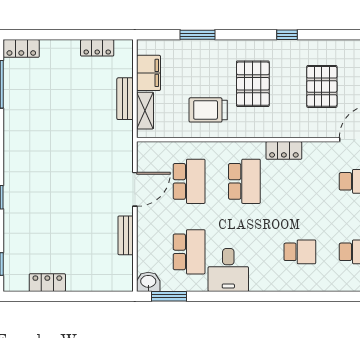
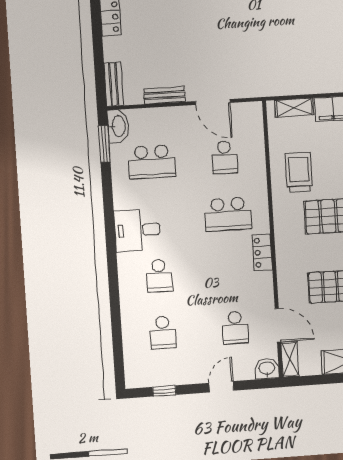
bench: (125, 99) -> (114, 84), moved, turned 90
school desk: (189, 181) -> (225, 157), width x0.54
desk: (228, 270) -> (137, 230), moved
washbasin: (148, 282) -> (118, 126), width x1.38

